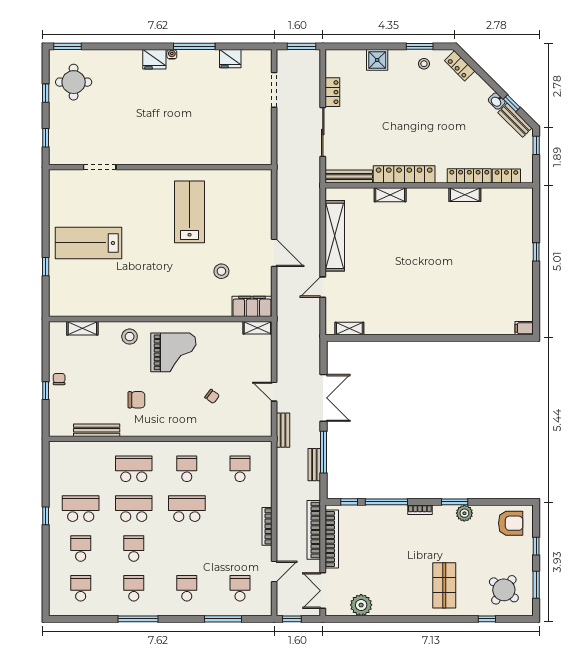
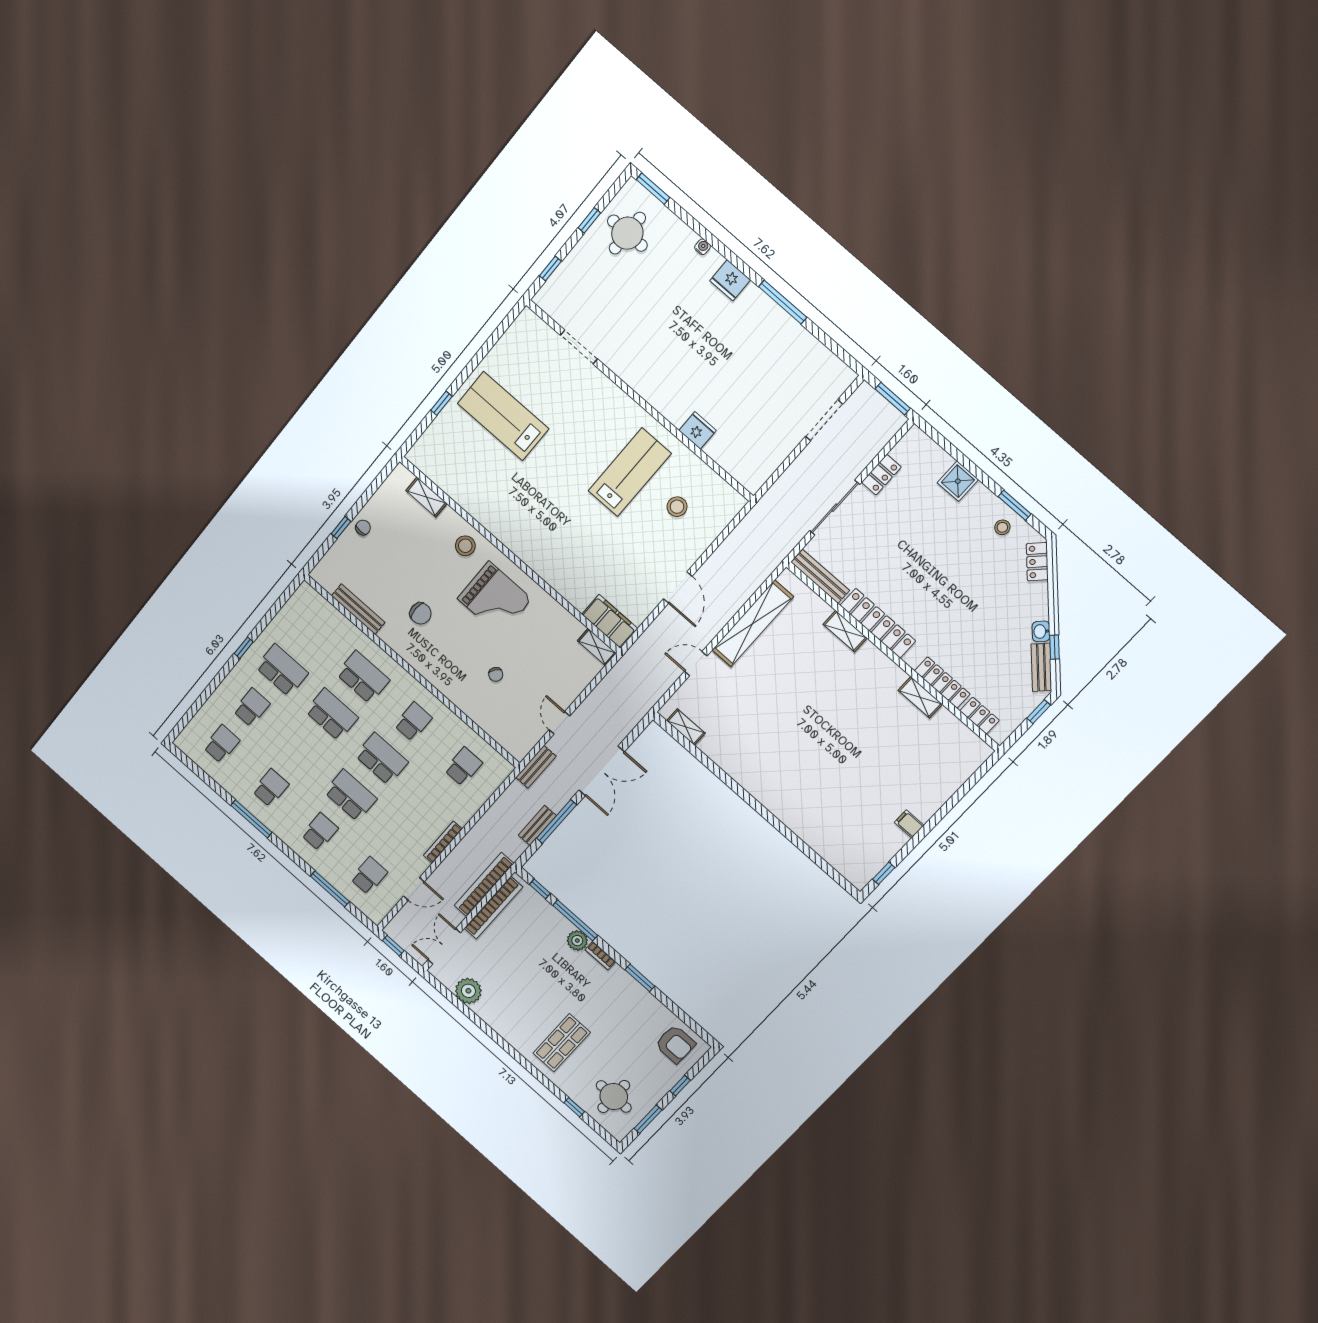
water cooler: (172, 54) -> (703, 247), moved
fridge: (230, 59) -> (698, 430), moved, turned 180
window: (536, 252) -> (884, 873), moved
stool: (221, 271) -> (677, 507), moved
filing cabinet: (524, 328) -> (909, 824), moved
plant: (464, 513) -> (577, 941), moved
school desk: (134, 548) -> (350, 795), moved, width x1.85
round table: (504, 590) -> (614, 1096), turned -38

